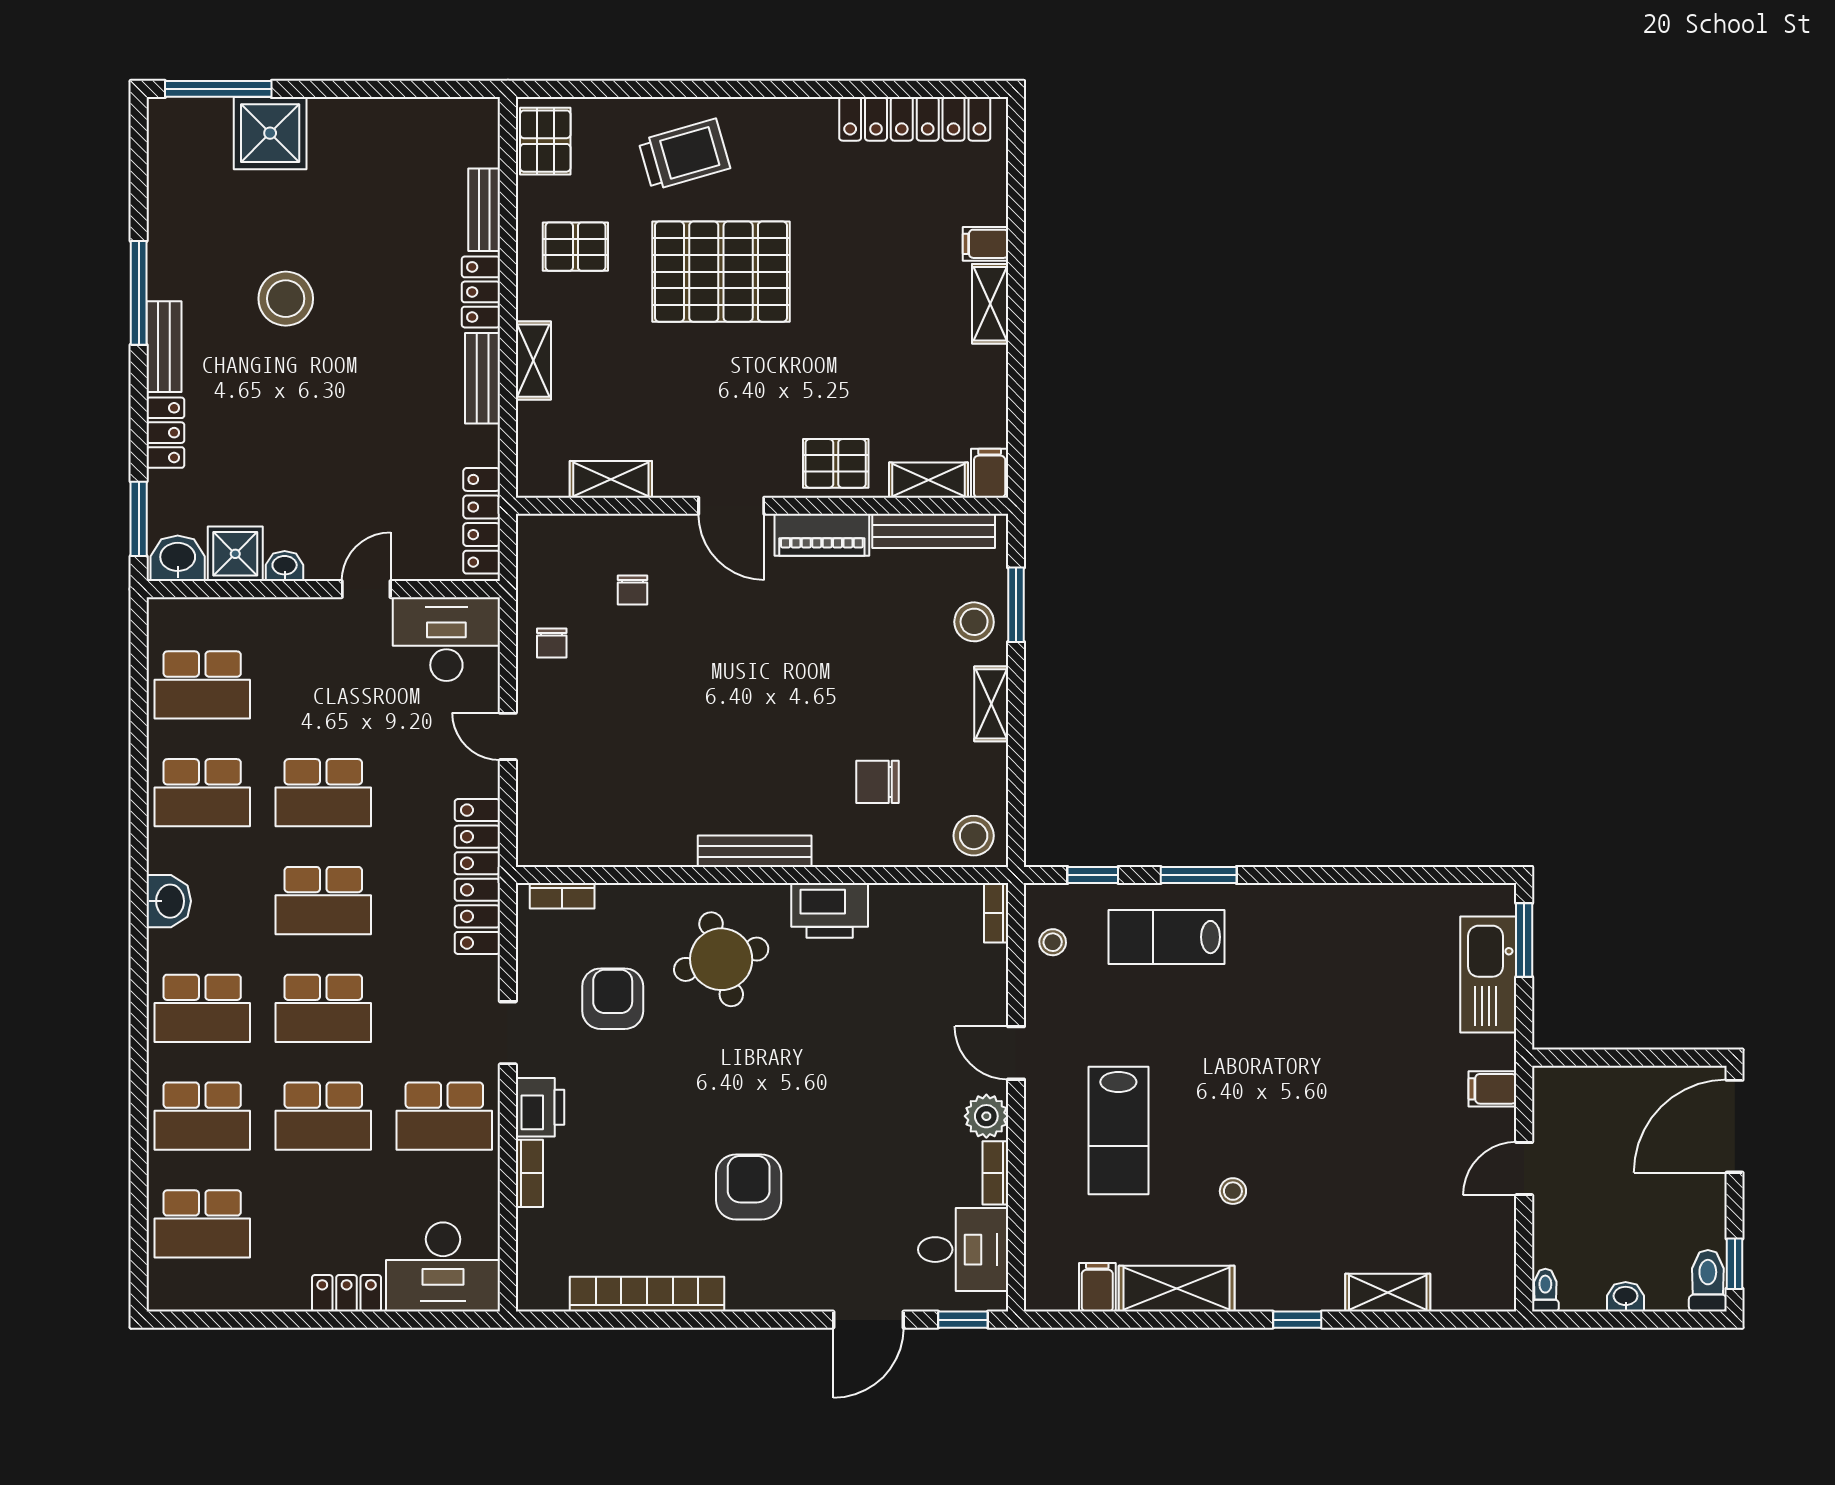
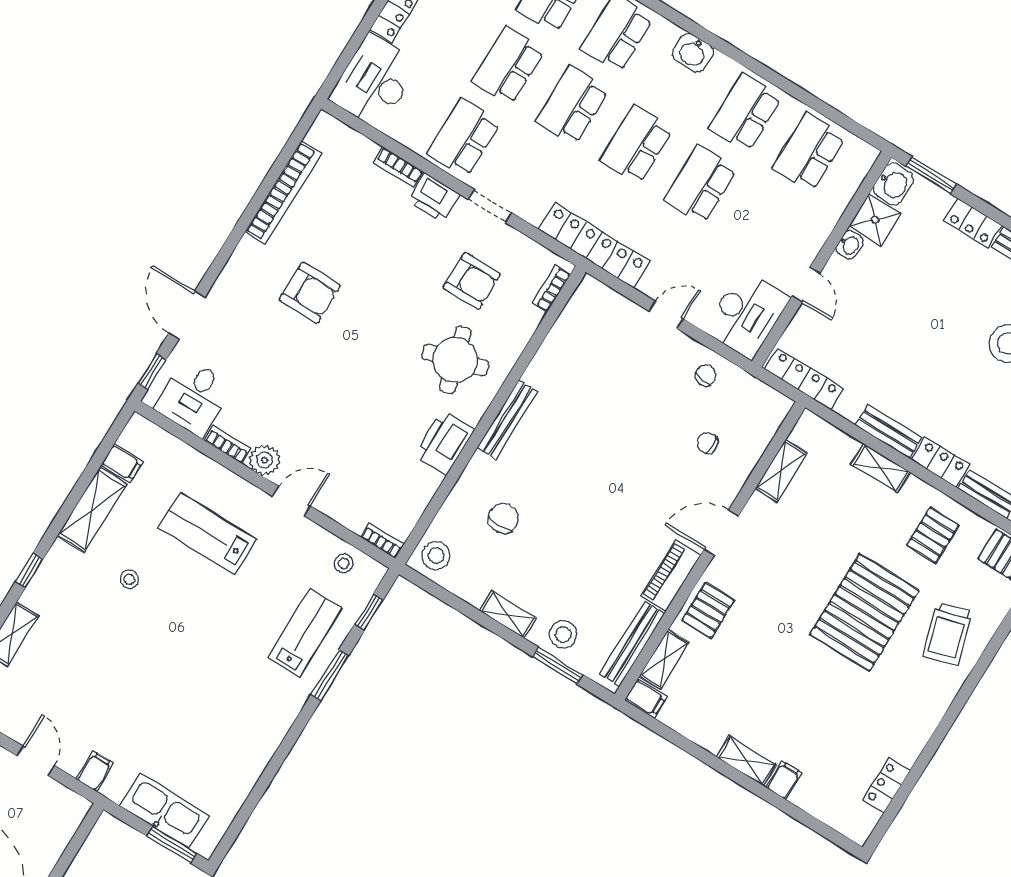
locker: (915, 119) -> (886, 785), width x0.46, depth x0.83
chair: (552, 643) -> (706, 375), turned 98

